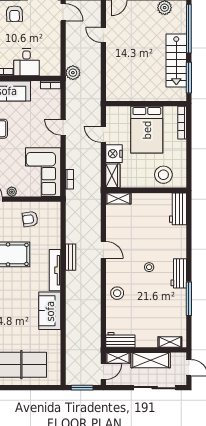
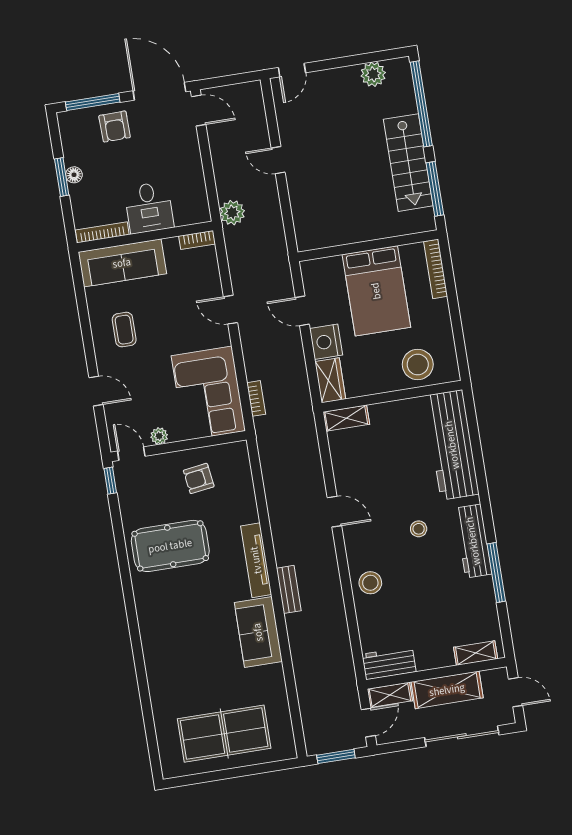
door: (103, 35) -> (278, 160), moved
workbench: (178, 209) -> (452, 445), width x1.88, depth x1.32
bench: (71, 257) -> (289, 589), moved
workbench: (179, 273) -> (473, 541), width x1.38

